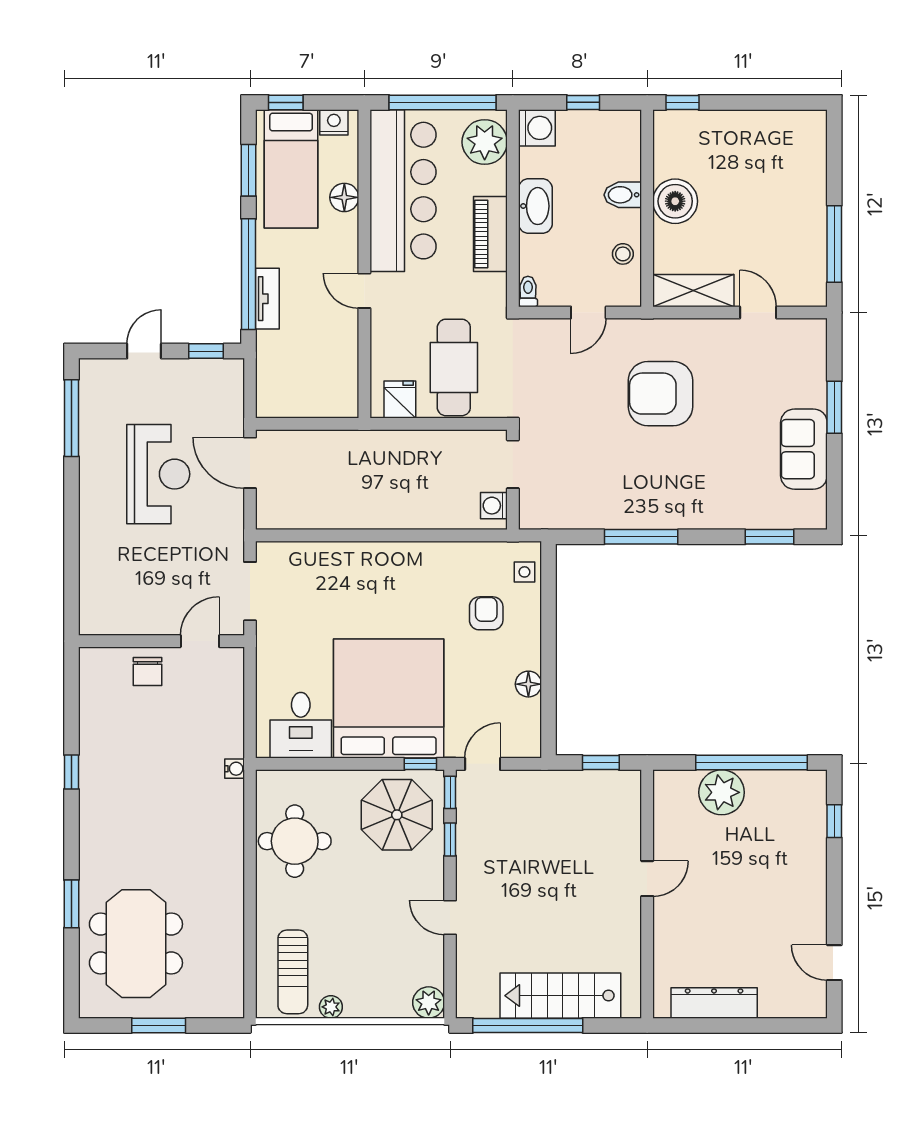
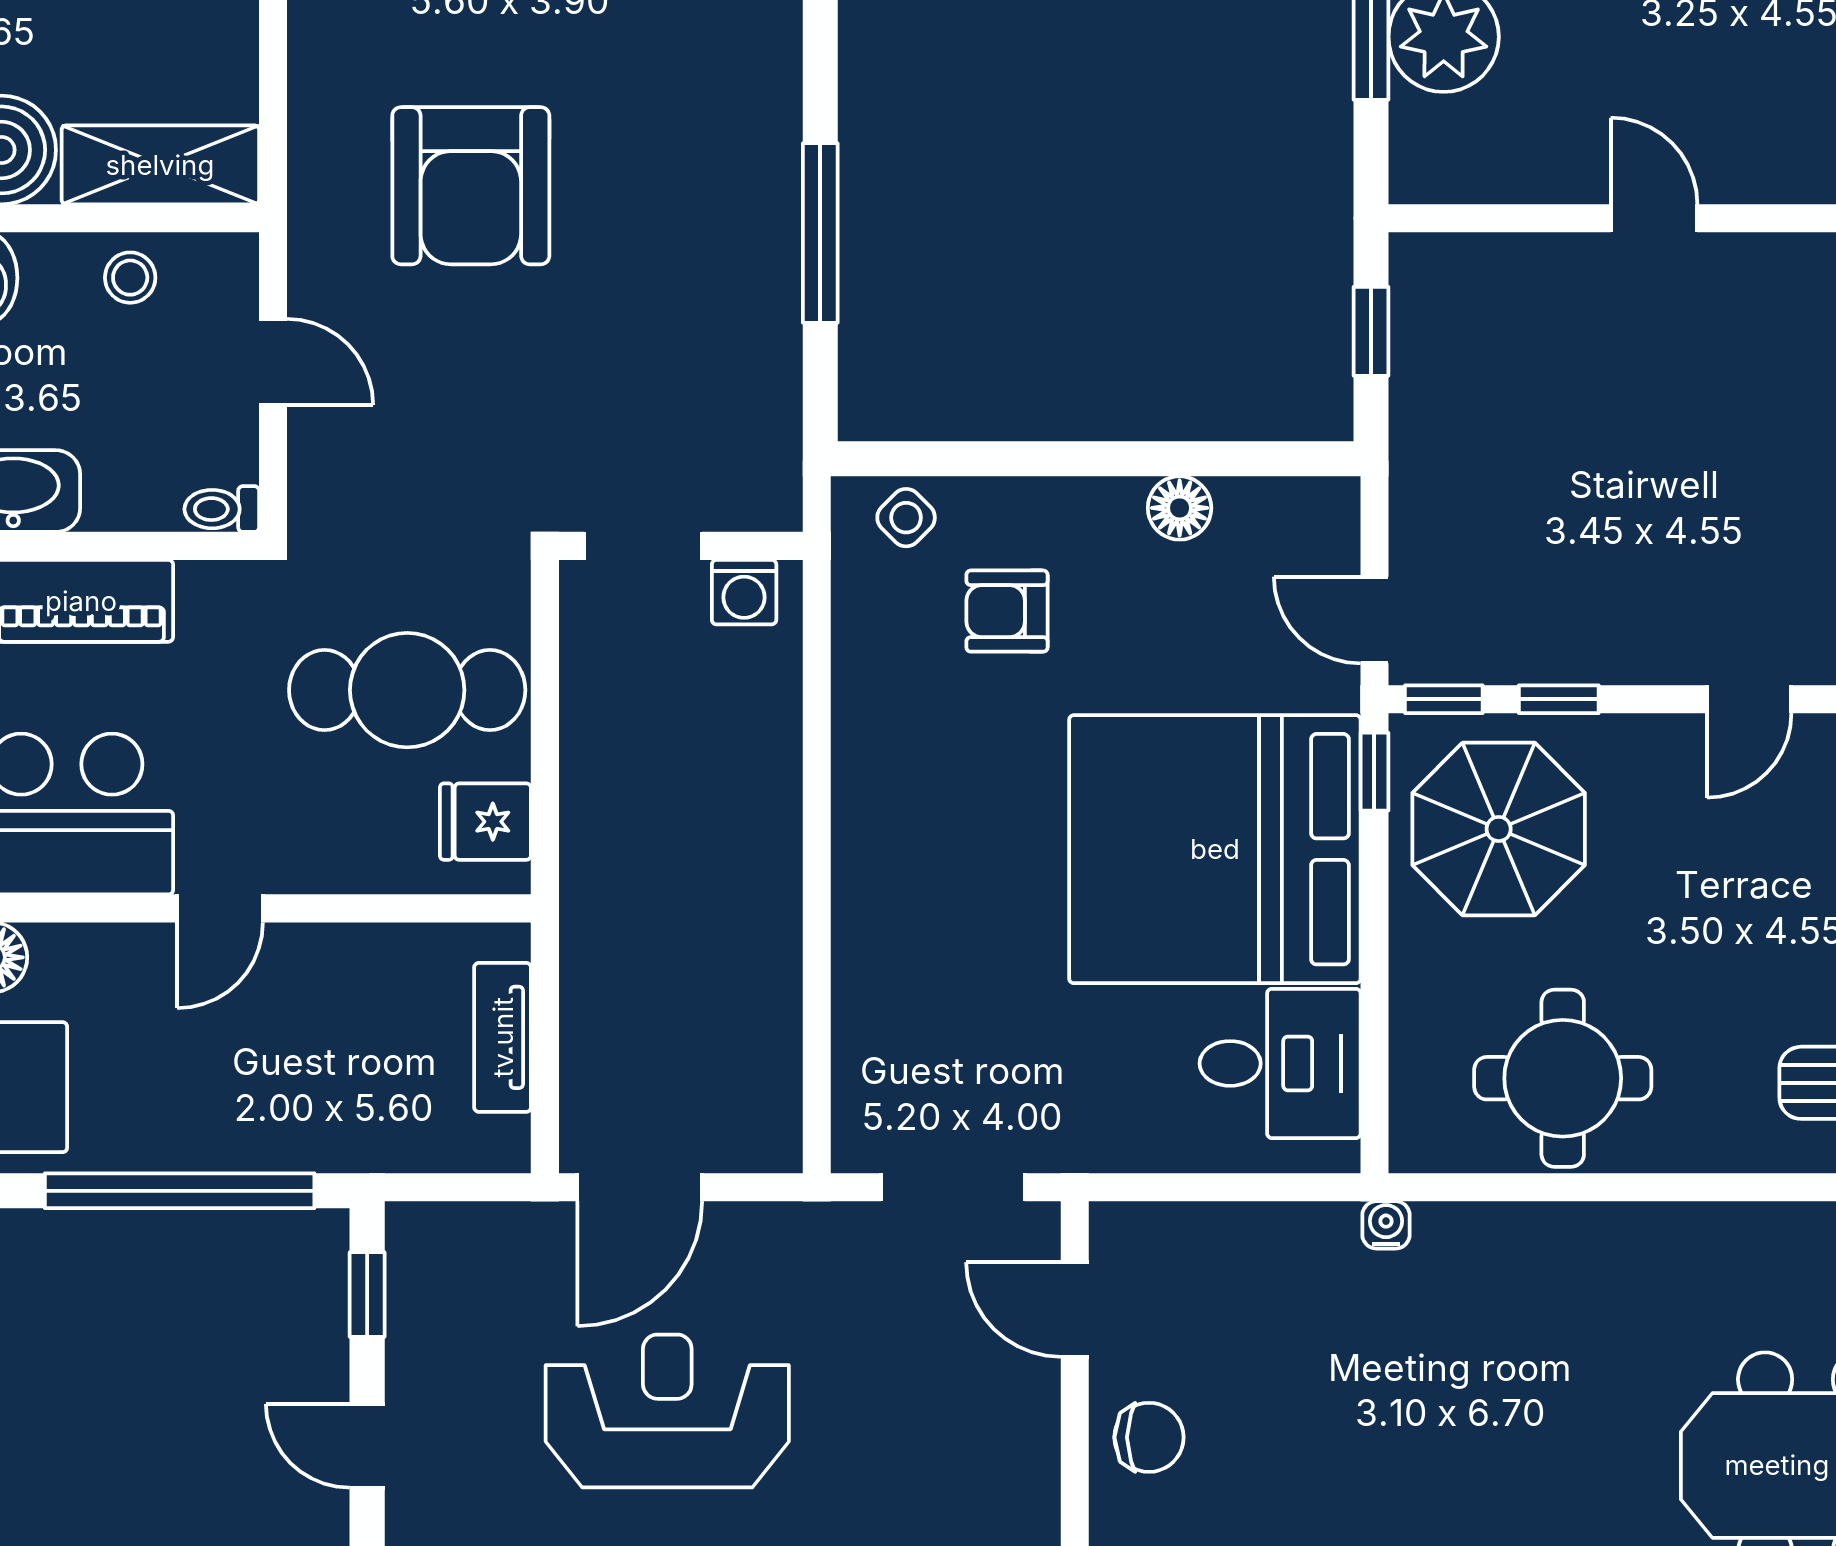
shelving: (693, 291) -> (160, 165), moved, turned 90
tv unit: (267, 299) -> (503, 1037), moved, turned -90
side table: (524, 572) -> (906, 518), turned 45

